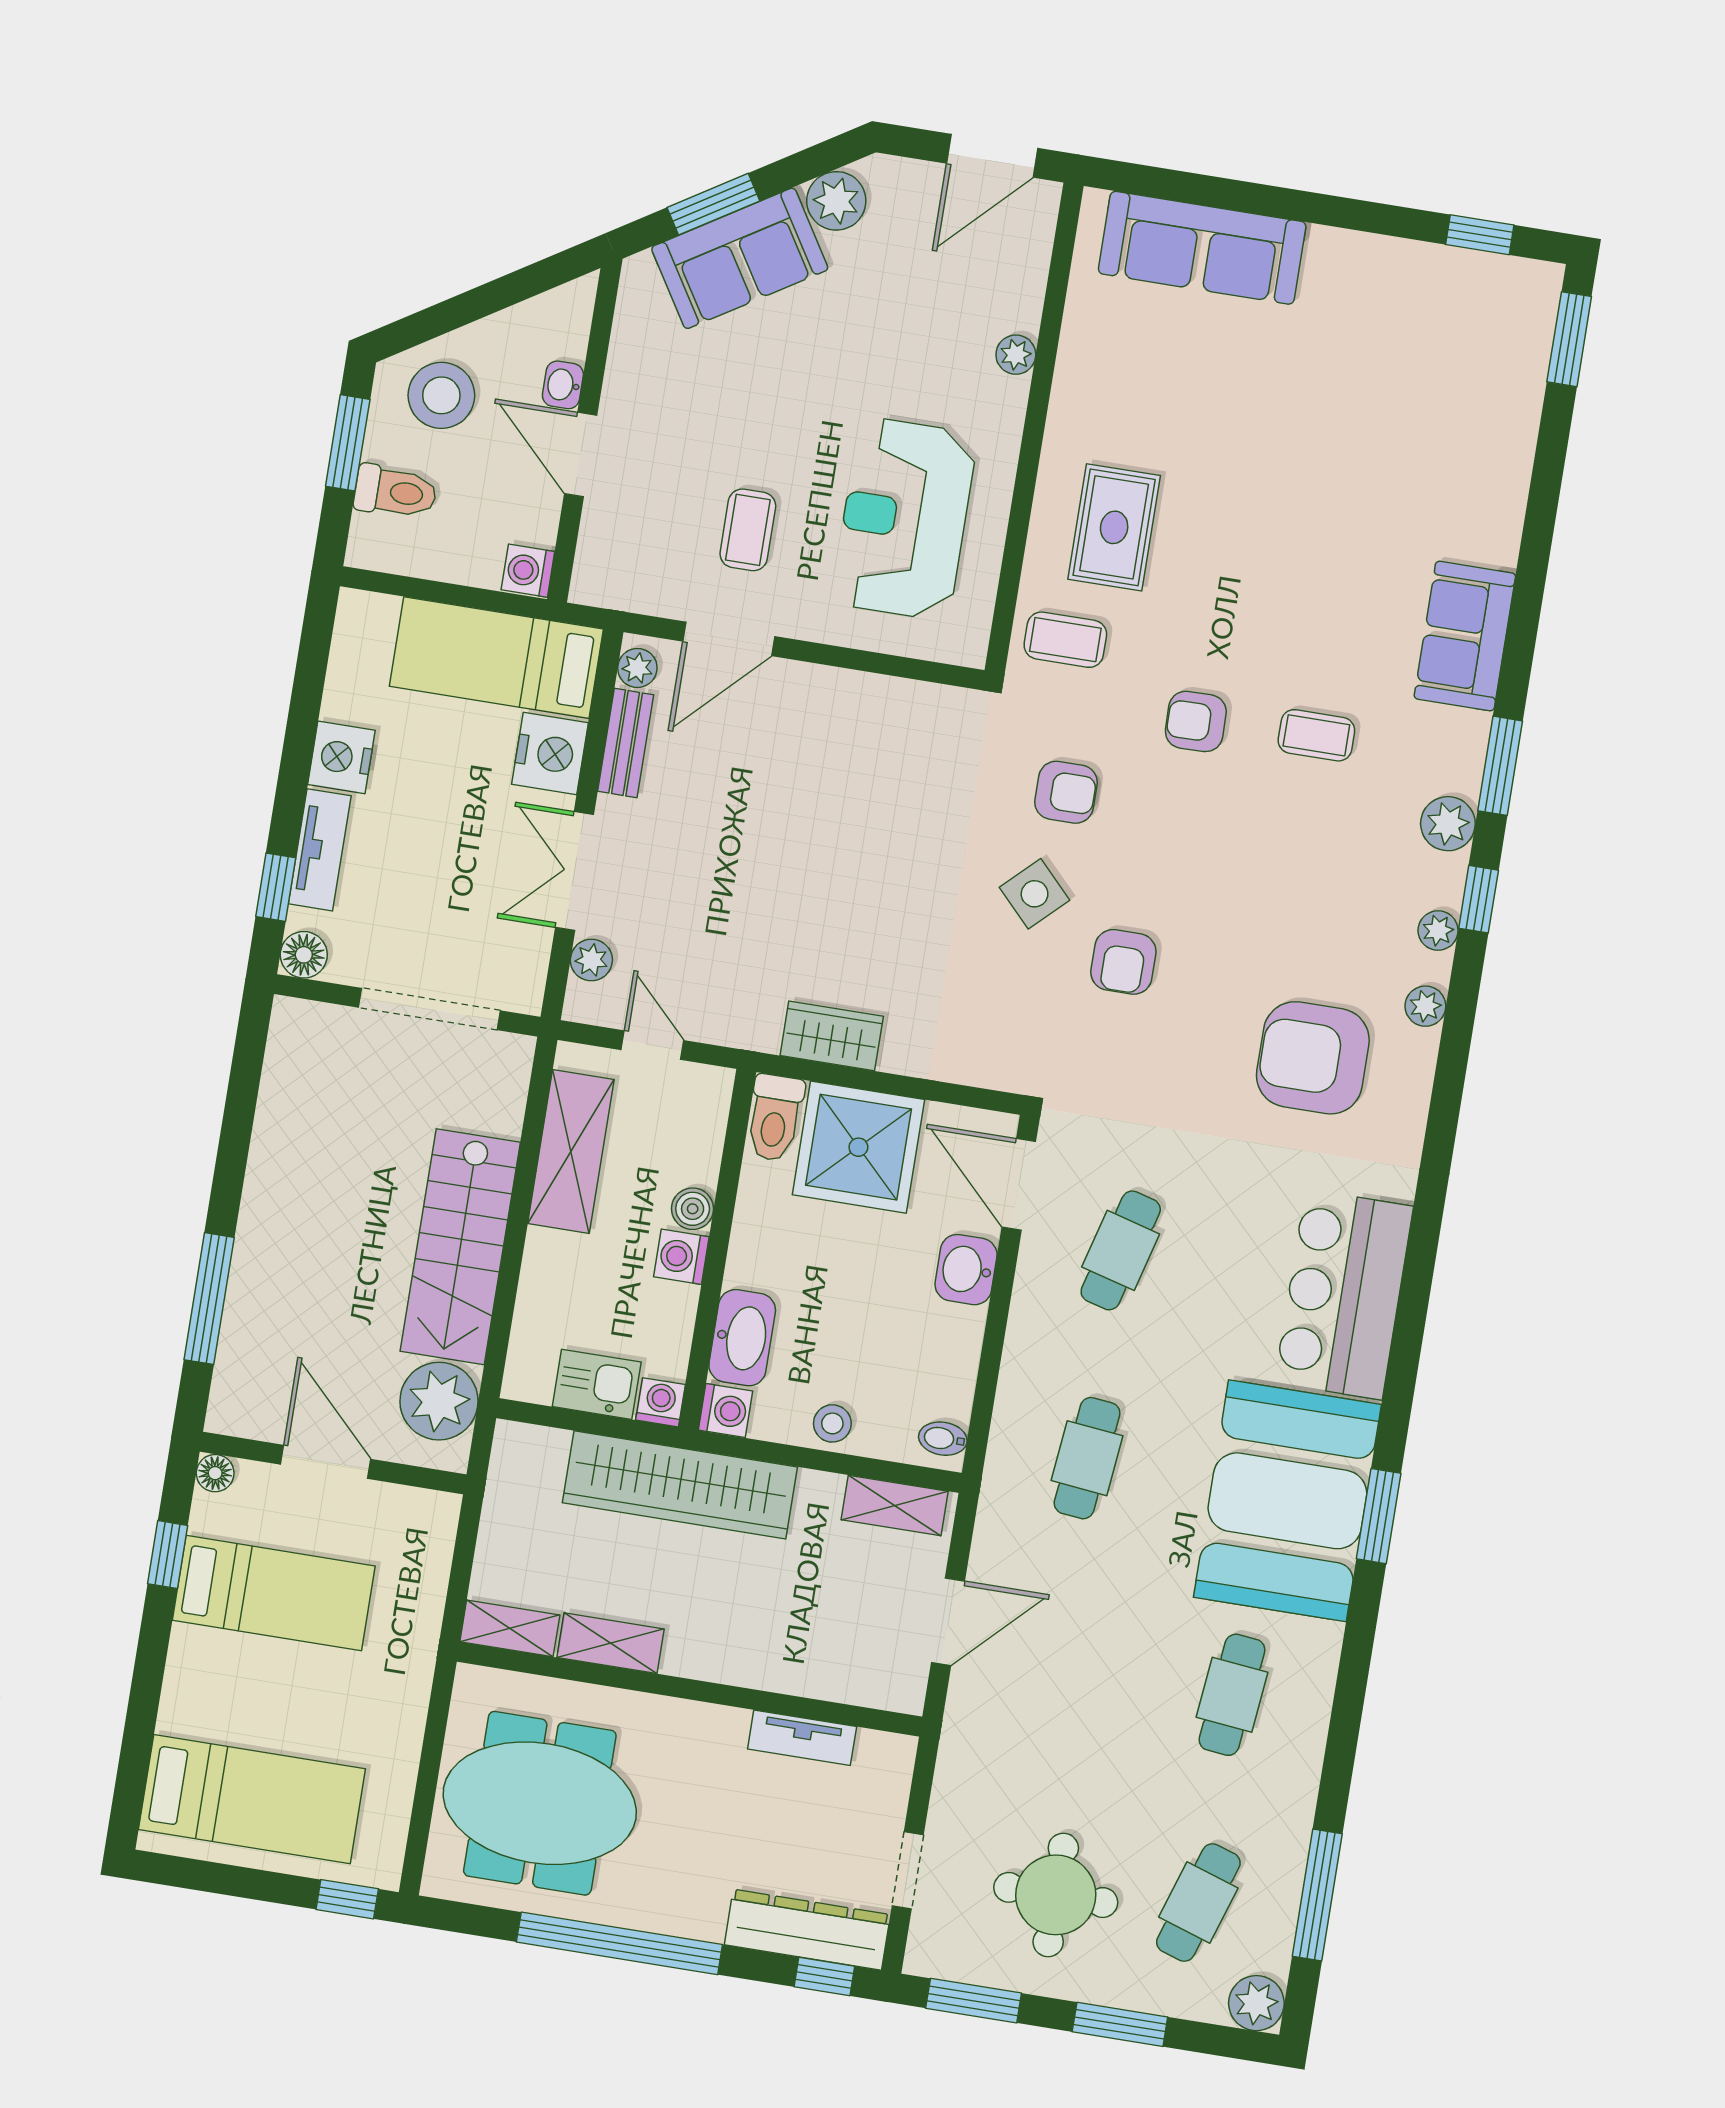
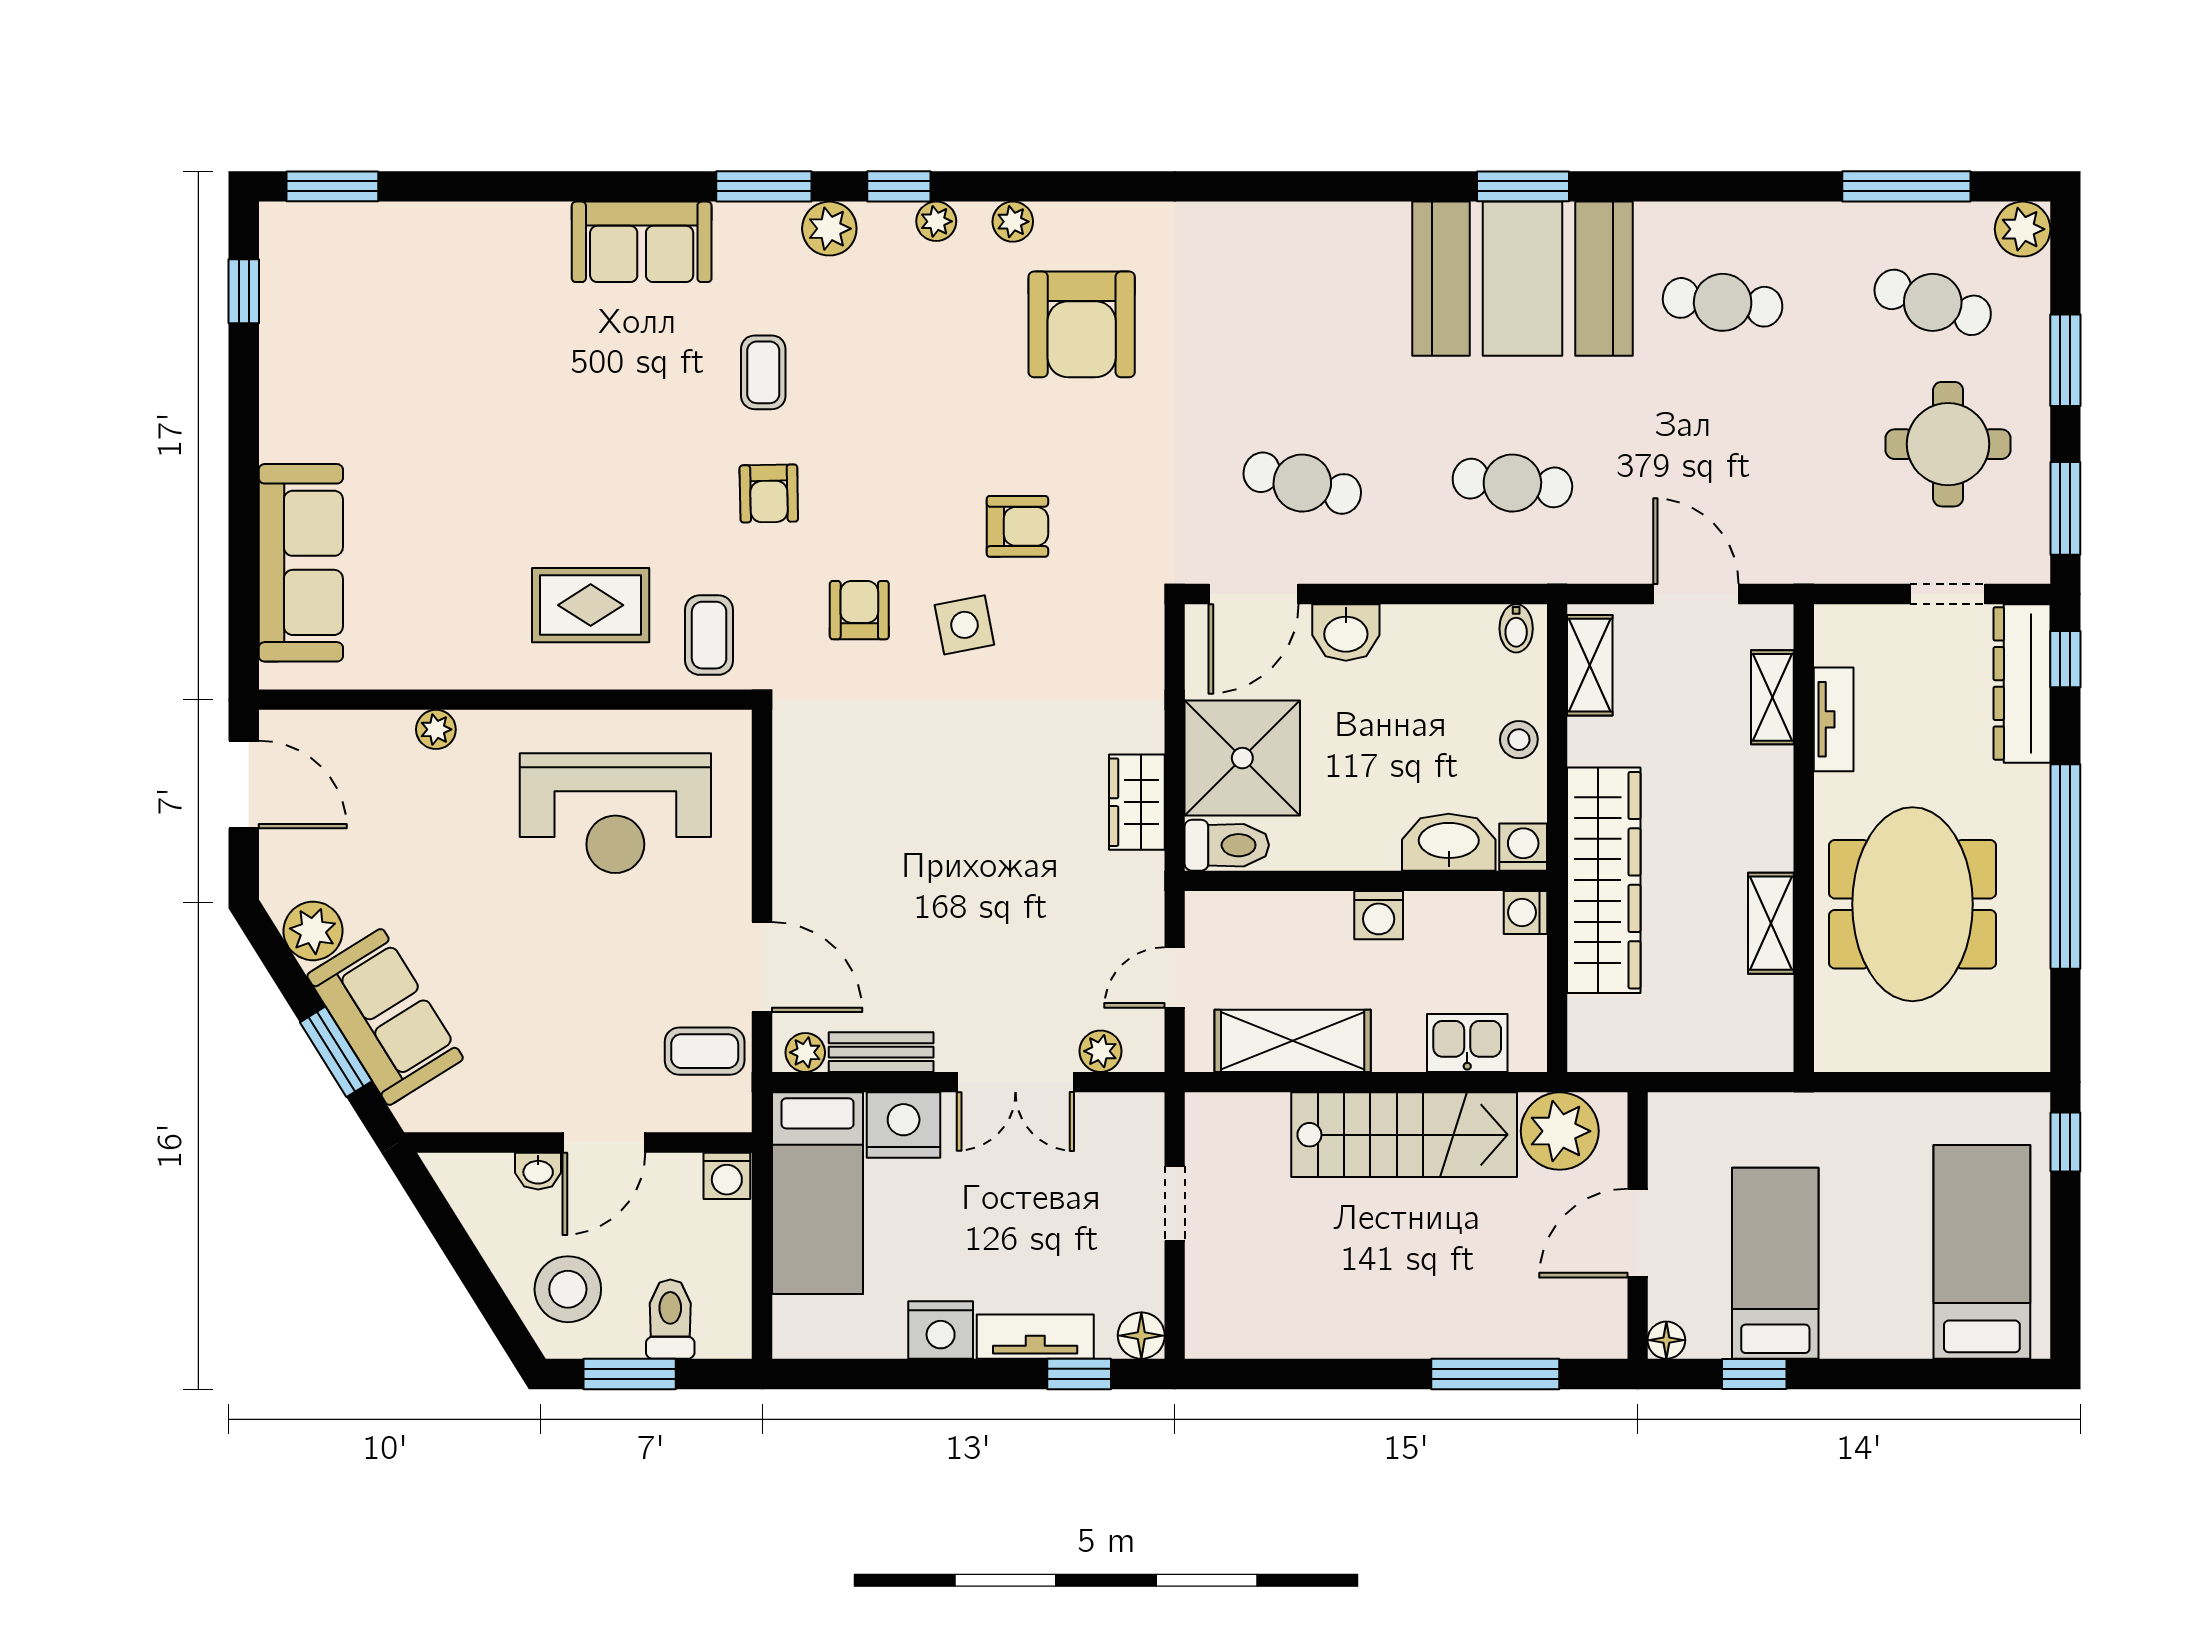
coffee table: (748, 530) -> (705, 1051), moved
side table: (1035, 894) -> (964, 625), turned 33
doorway: (429, 1009) -> (1175, 1203), width x0.53
boiler: (693, 1209) -> (1330, 912), removed
bar counter: (1344, 1294) -> (1310, 256), removed
kitchen sink: (597, 1384) -> (1467, 1043), moved, turned 90
shelving: (510, 1628) -> (1772, 697), moved
meeting table: (540, 1803) -> (1912, 904), moved

